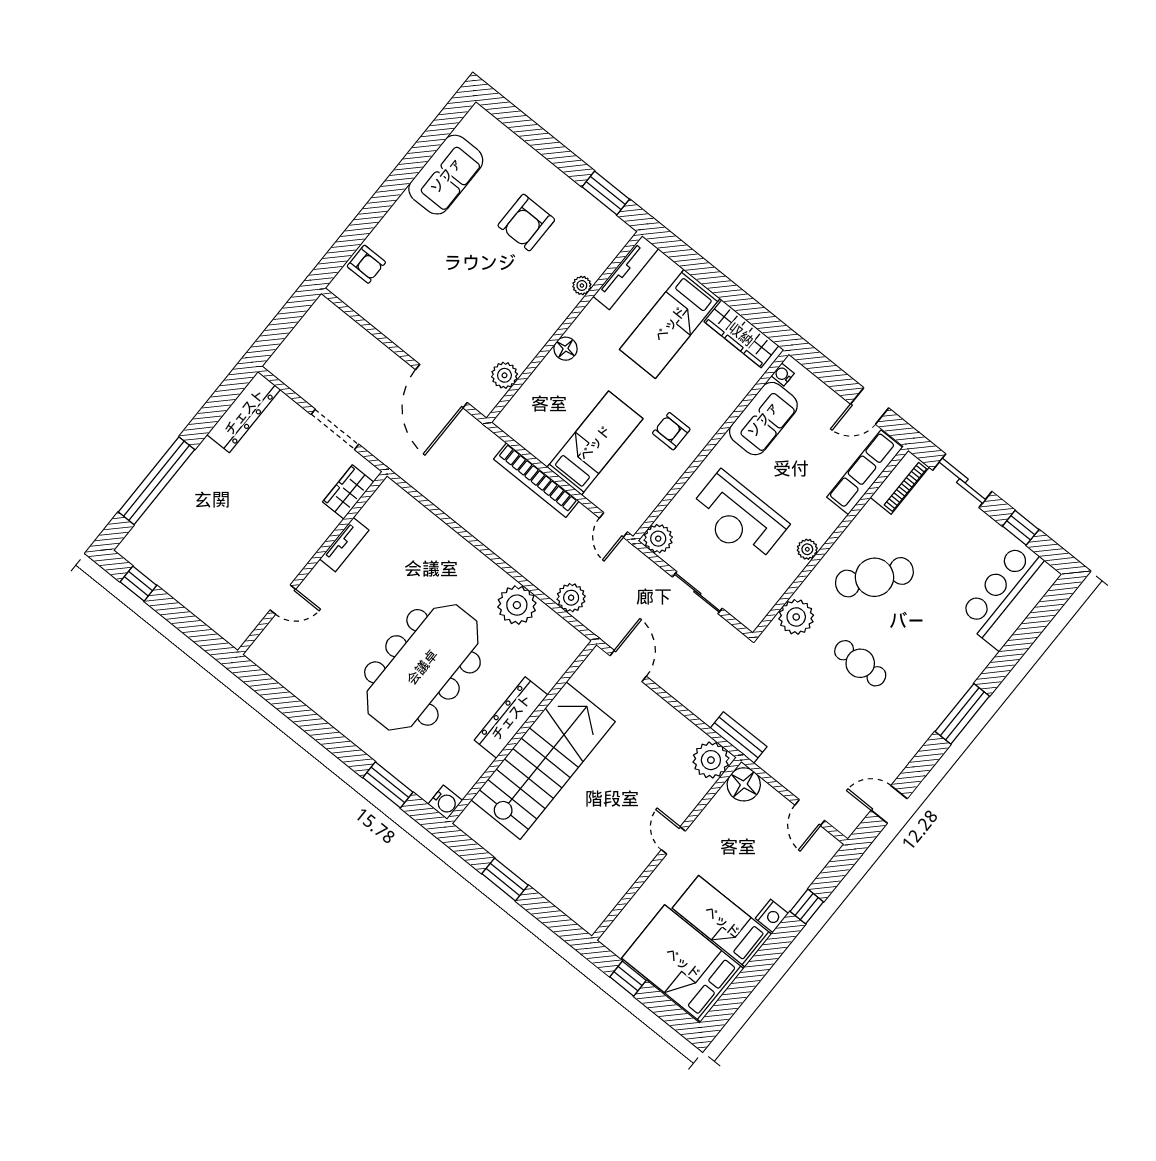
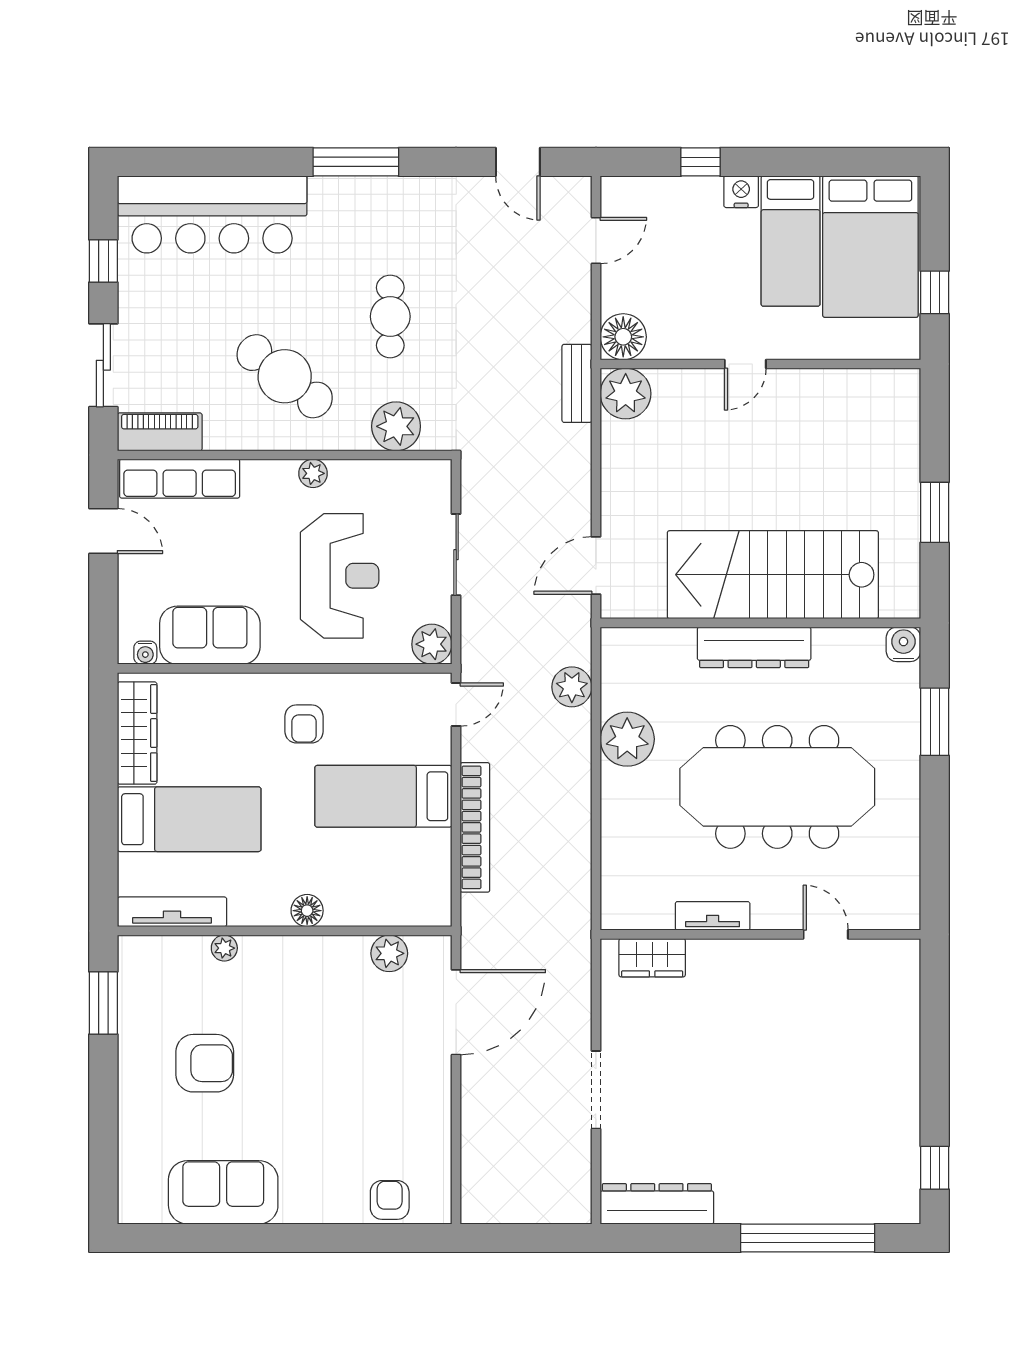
wardrobe: (348, 492) -> (652, 958), moved
tv unit: (344, 545) -> (713, 916), moved
wall: (312, 563) -> (760, 934), moved
bar counter: (1009, 596) -> (212, 214), width x1.36
door: (283, 600) -> (826, 934), moved

